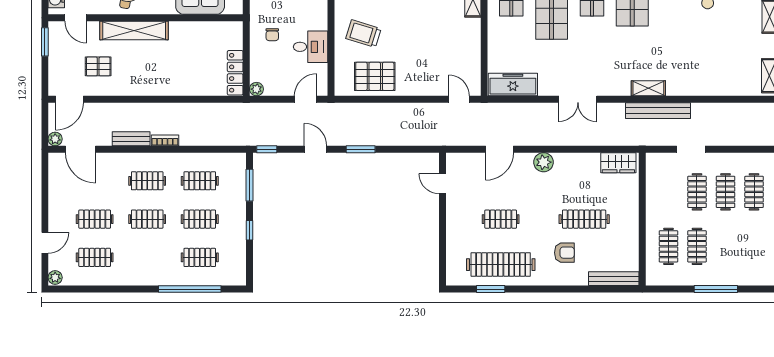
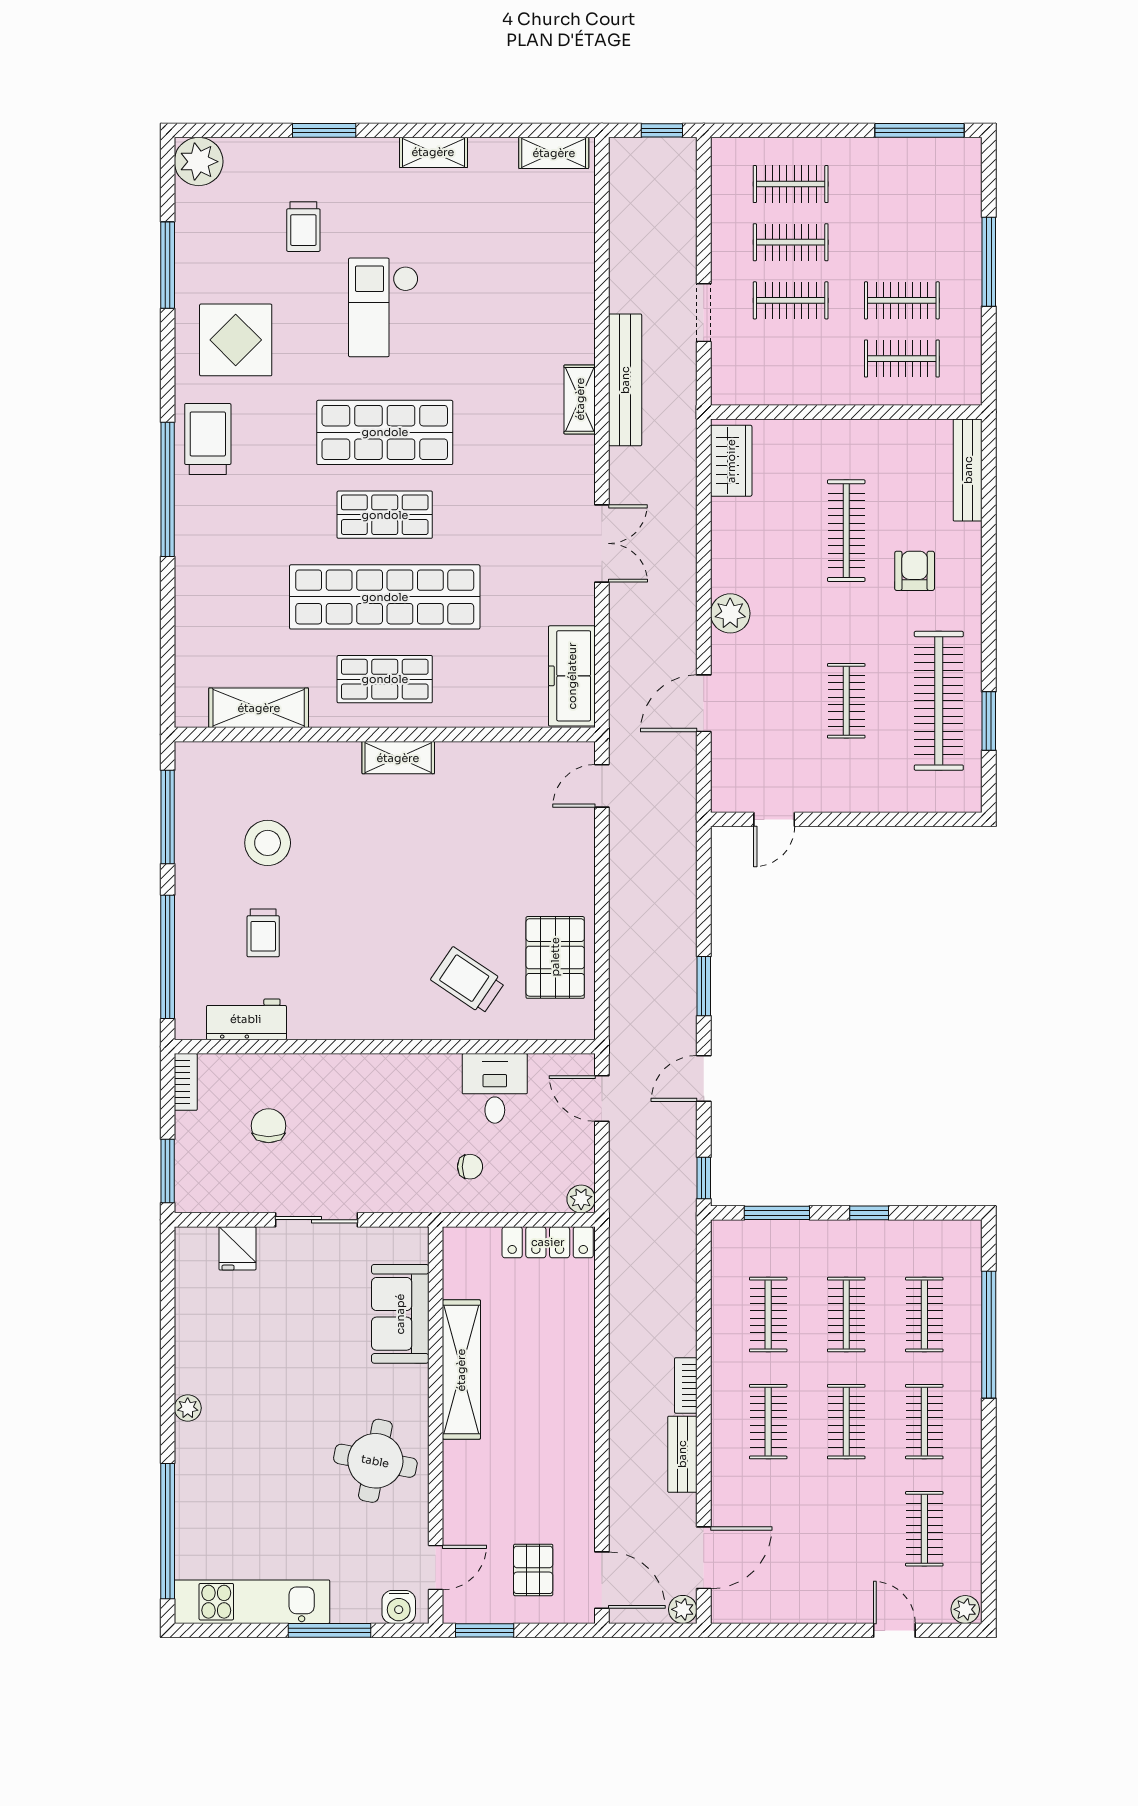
shelving: (134, 30) -> (461, 1370), moved
trolley: (363, 34) -> (468, 981), turned 107
pallet: (98, 66) -> (533, 1570), moved
door: (499, 149) -> (704, 703), swing flipped
clothes rail: (95, 219) -> (924, 1422), moved

